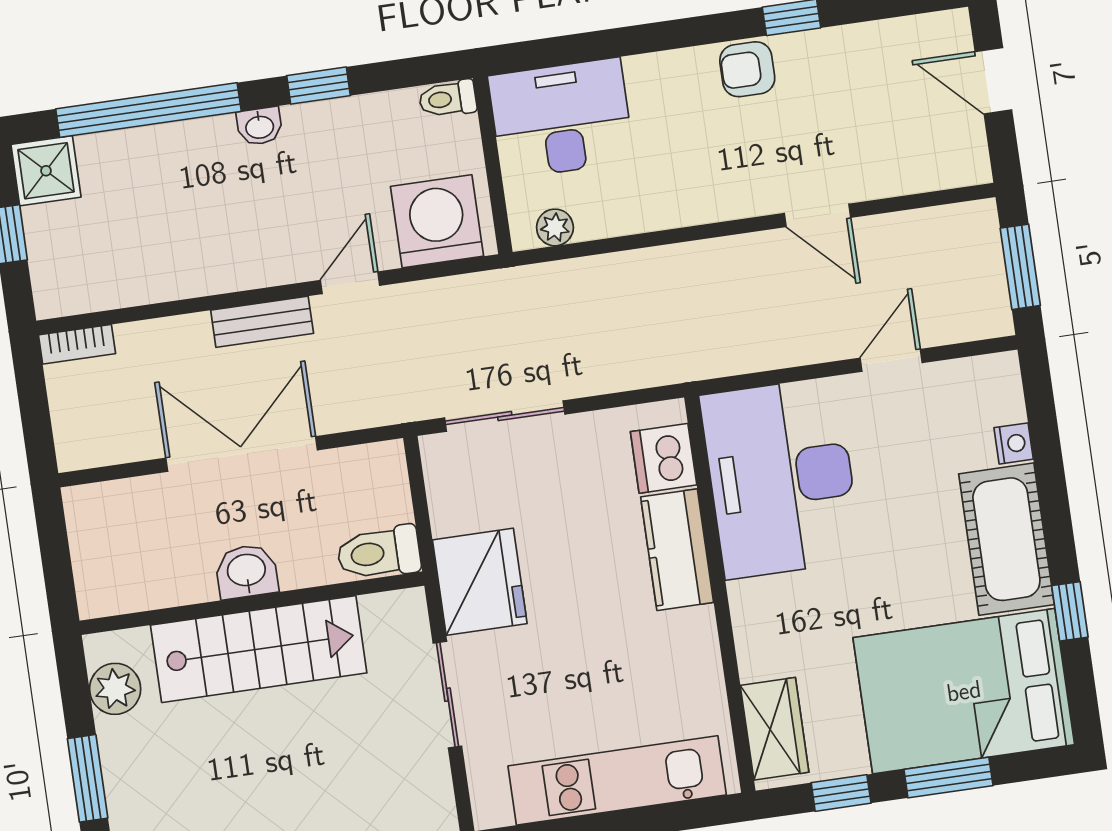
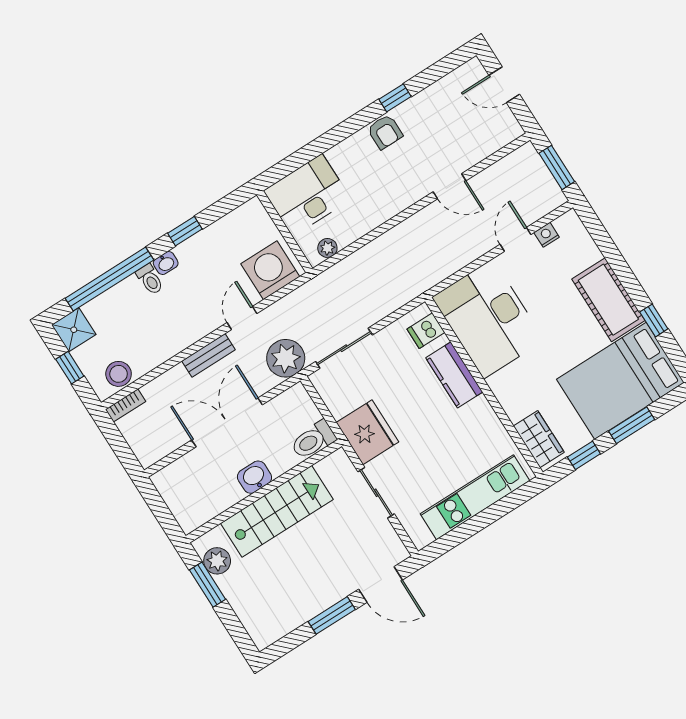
armchair: (747, 69) -> (385, 132), turned -90
toilet: (448, 99) -> (150, 279), moved, turned -90
stool: (90, 283) -> (119, 374), added
plant: (395, 388) -> (286, 358), added
nightstand: (1014, 443) -> (547, 235), moved, turned -90
dishwasher: (664, 458) -> (426, 331), width x0.73
window: (88, 778) -> (208, 585), moved

